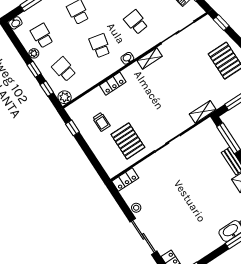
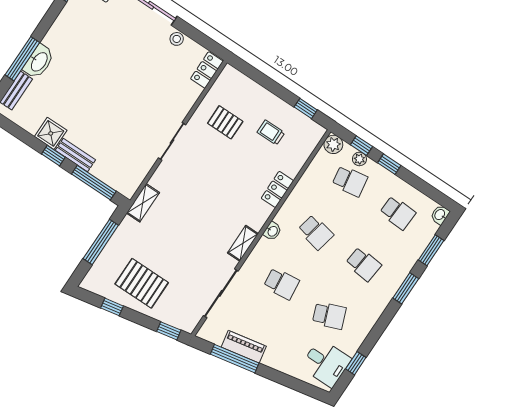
plant: (34, 53) -> (359, 159), moved
pallet: (128, 141) -> (225, 122), width x0.67, depth x0.71

